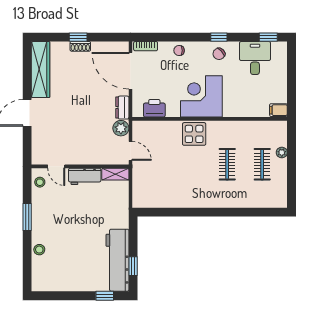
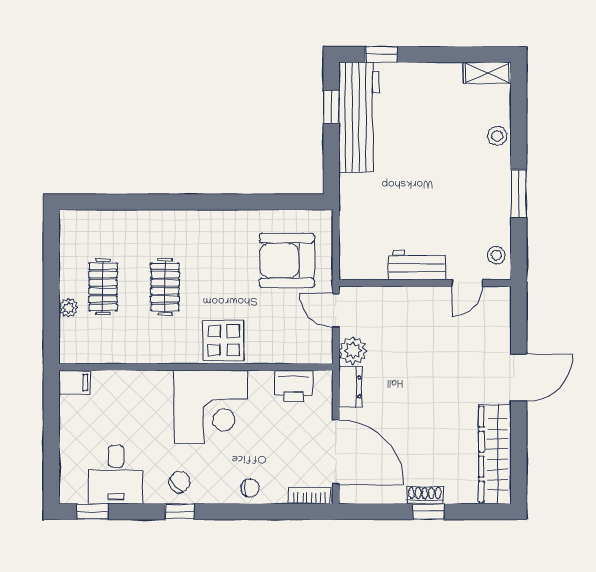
door: (56, 166) -> (467, 283), swing flipped
shelving: (115, 174) -> (487, 73), moved
armchair: (158, 179) -> (287, 261), added

